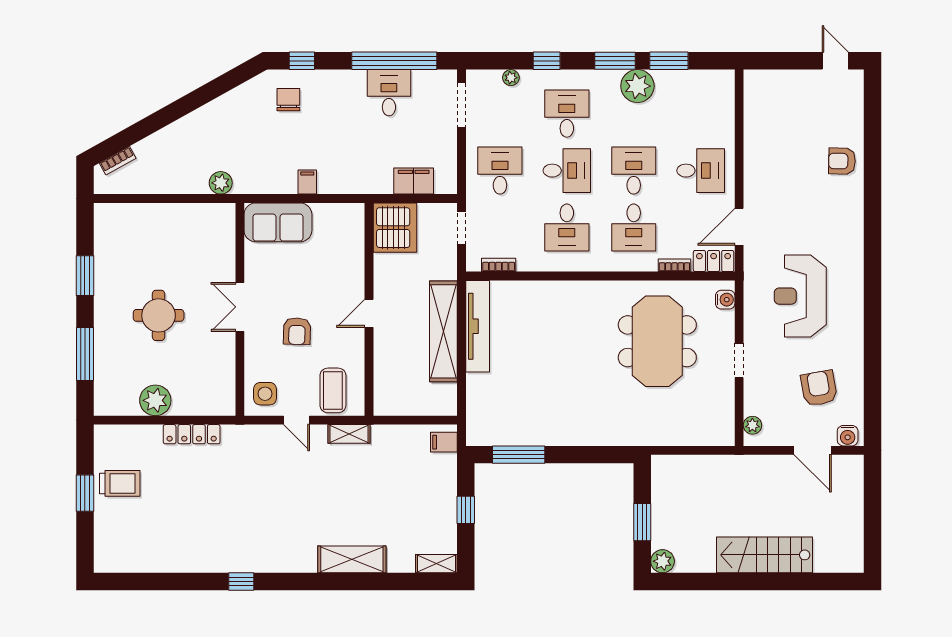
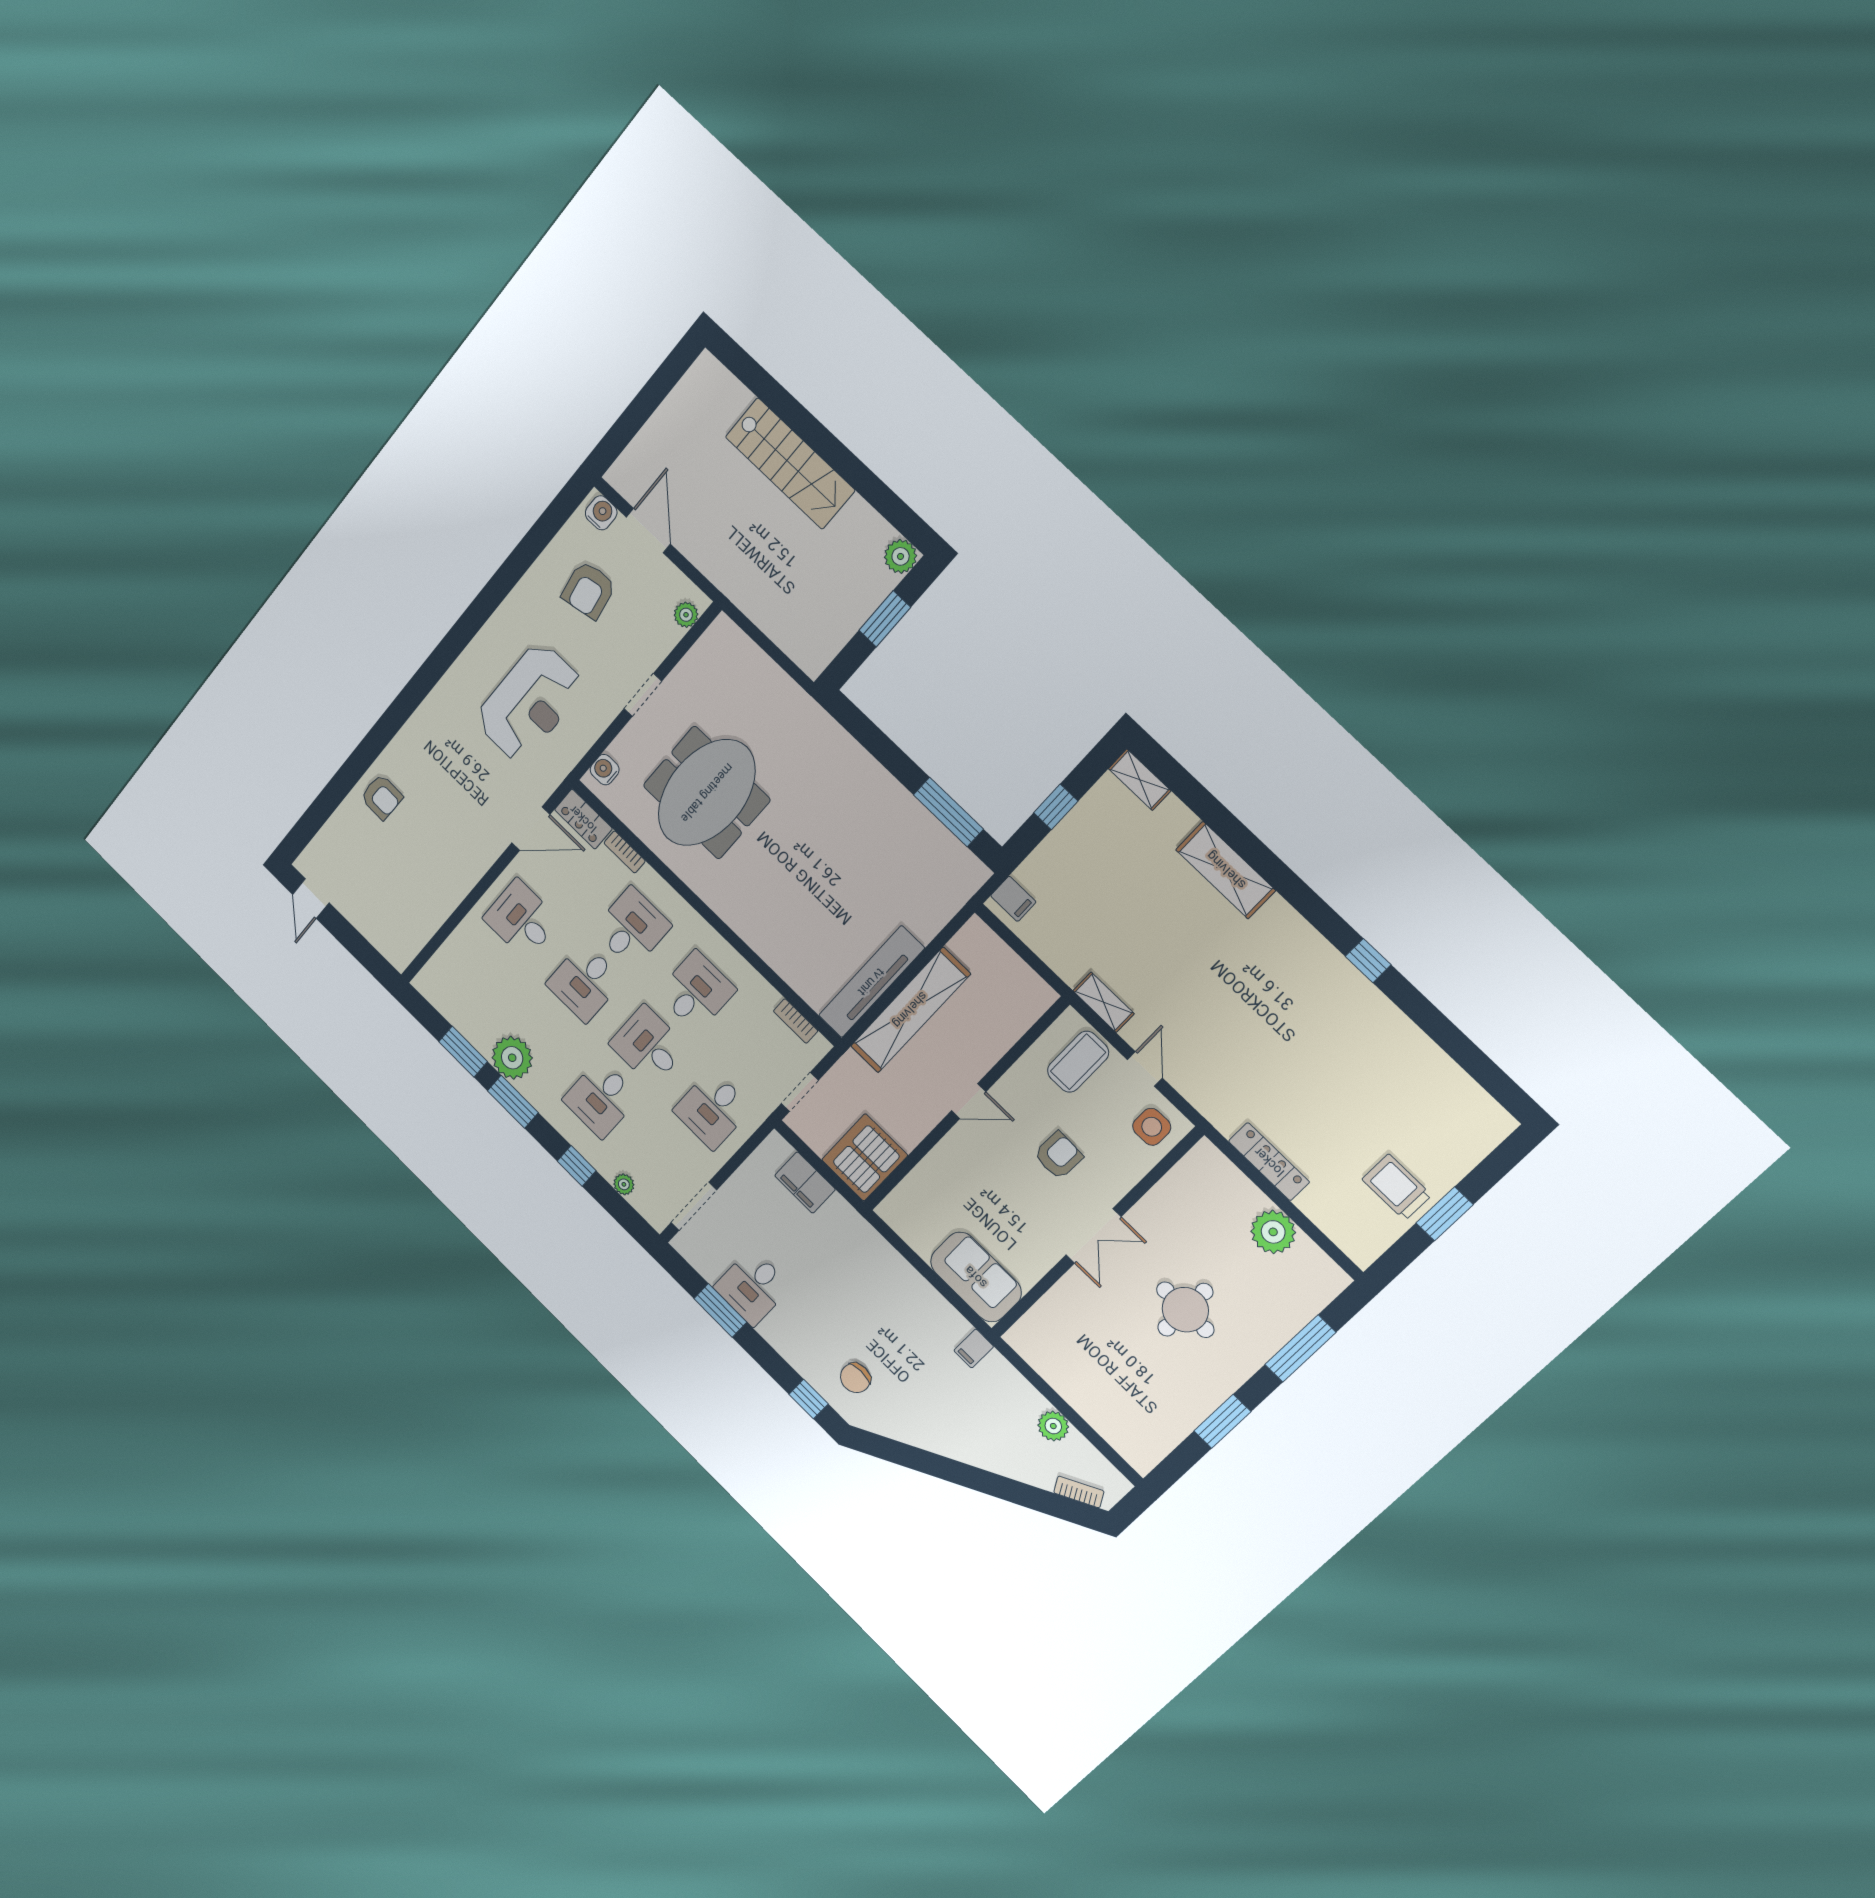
window: (394, 61) -> (720, 1310), width x0.47
filing cabinet: (307, 182) -> (974, 1348), moved
plant: (221, 183) -> (1053, 1426), moved

